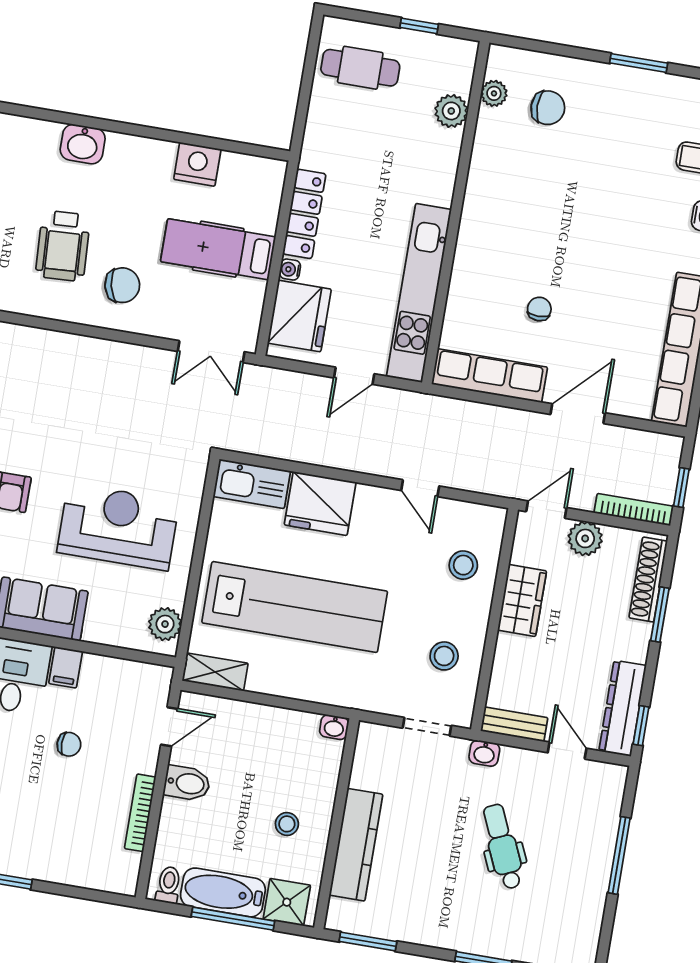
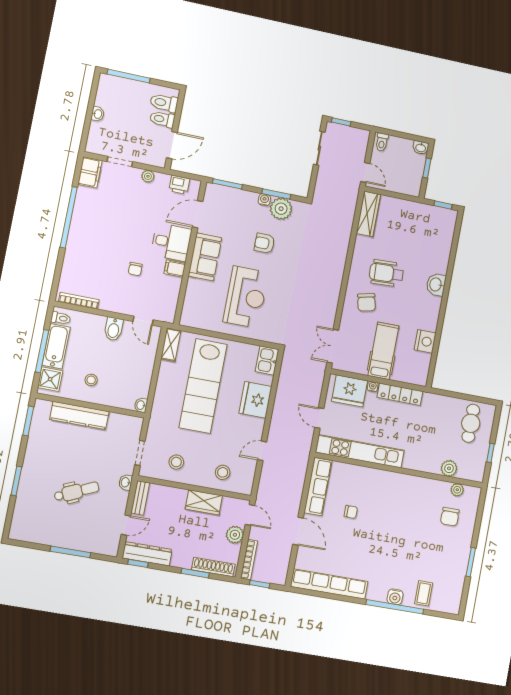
kitchen sink: (252, 484) -> (267, 360), width x0.73
plant: (165, 624) -> (196, 320), removed
bookcase: (140, 813) -> (79, 301), moved

